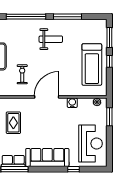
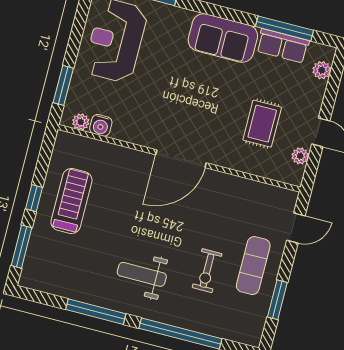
treadmill: (92, 65) -> (71, 201), width x0.73, depth x0.73
exercise bike: (22, 74) -> (207, 271), moved
water cooler: (72, 103) -> (101, 125), moved
sofa: (47, 157) -> (223, 38), width x0.73

